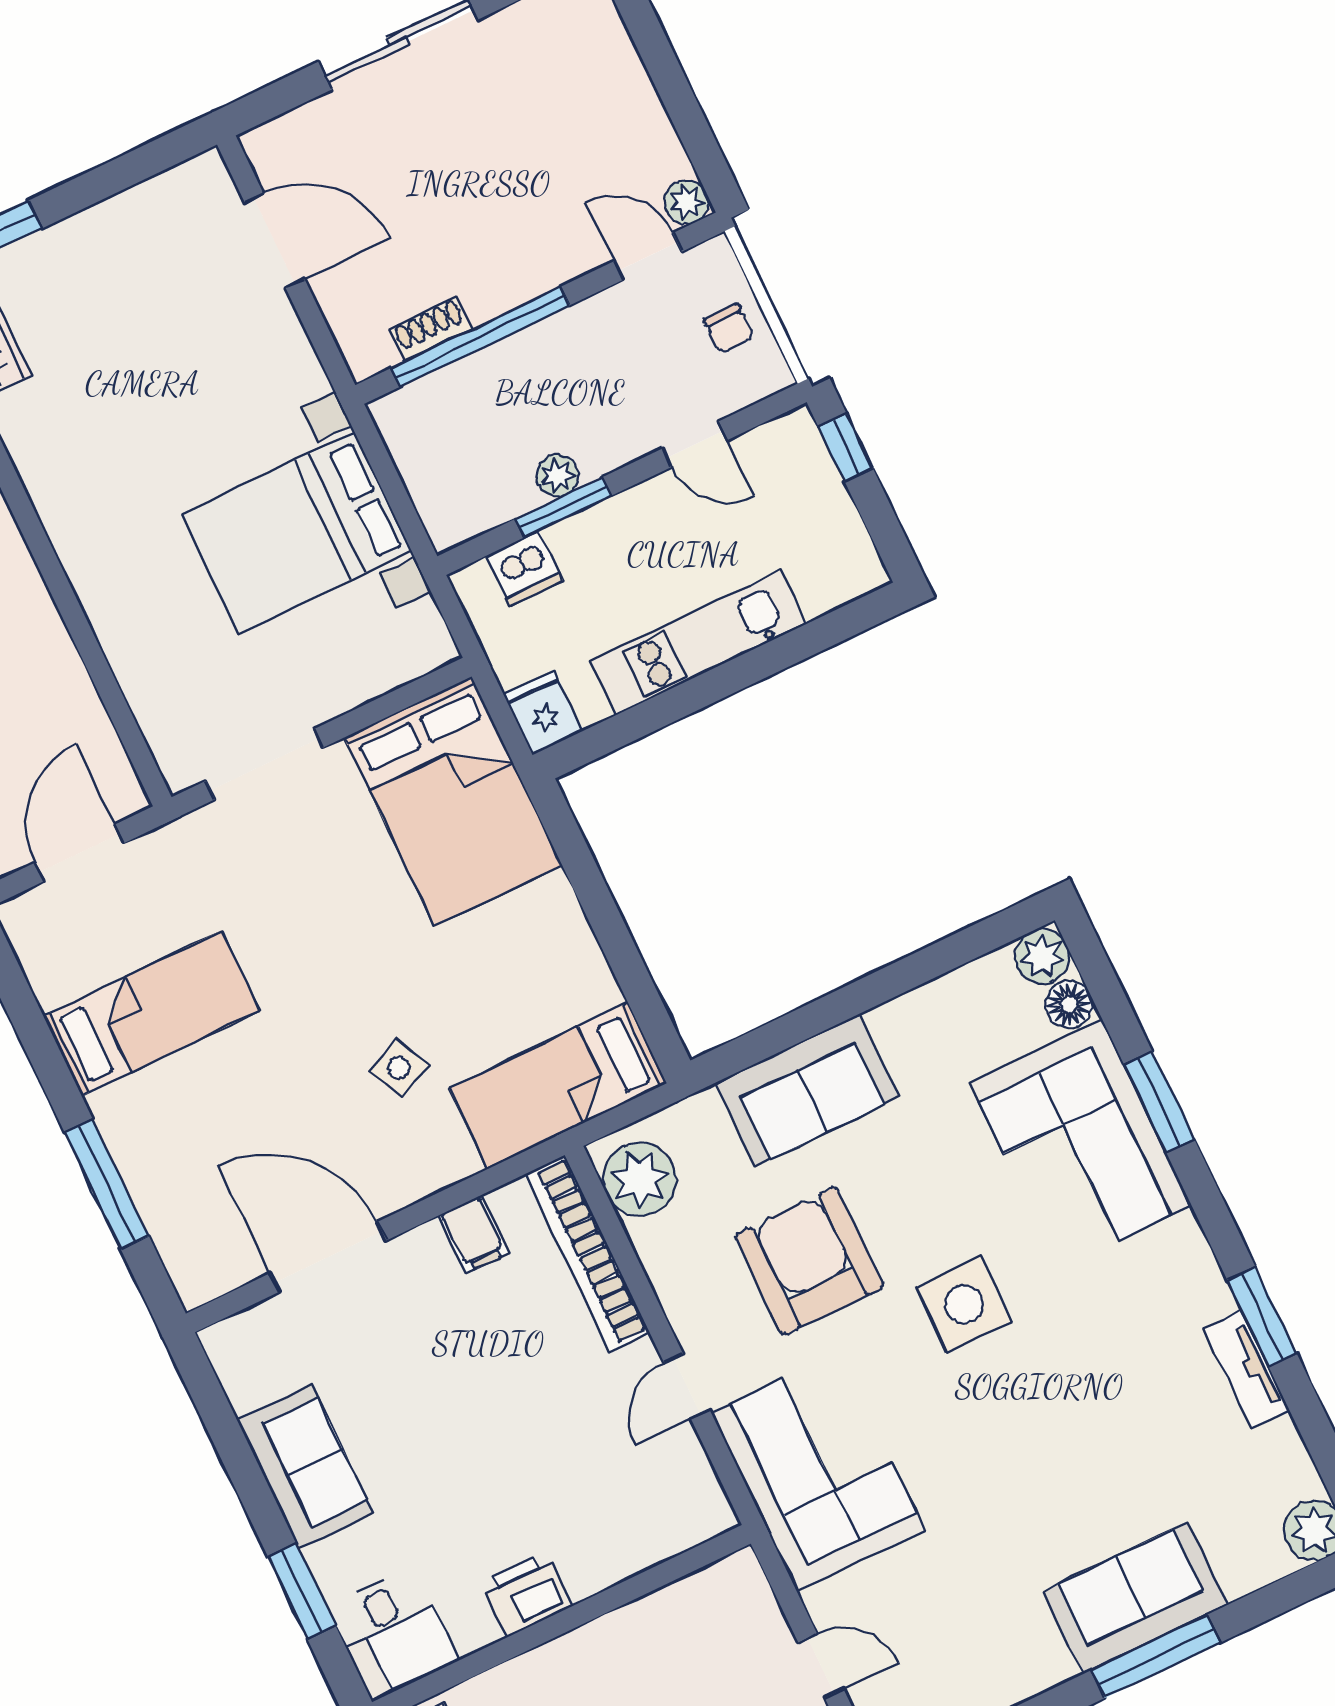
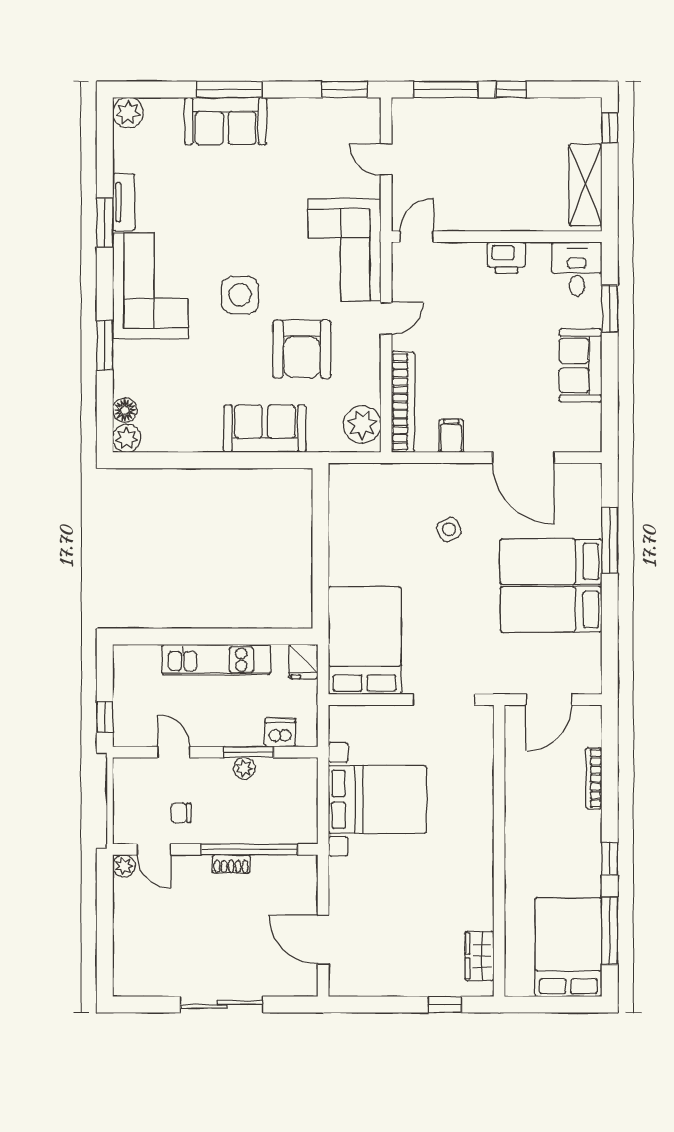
chair: (729, 328) -> (181, 813), moved, turned -90
shoe rack: (431, 329) -> (231, 864), moved
bed: (558, 1086) -> (551, 562), moved, turned 180
corner sofa: (1081, 1144) -> (150, 286), moved
door: (702, 1555) -> (417, 237), added

